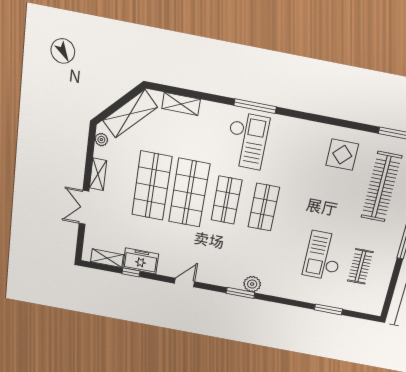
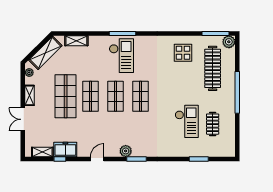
shop shelf: (189, 193) -> (91, 96), width x0.70, depth x0.74
checkout: (324, 256) -> (187, 121), turned 180
plant: (252, 284) -> (126, 151), moved

